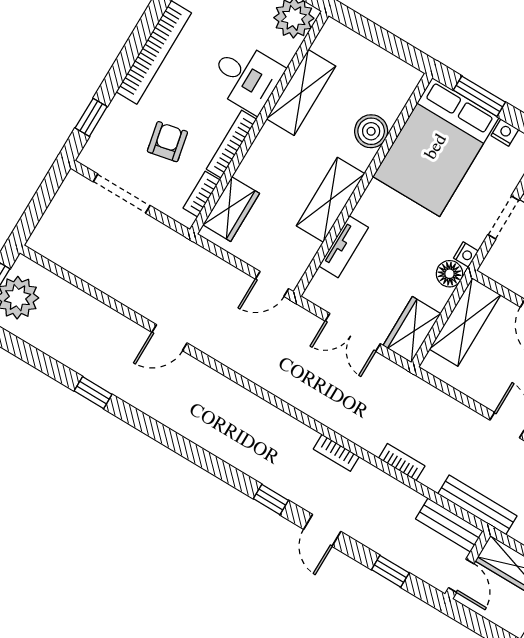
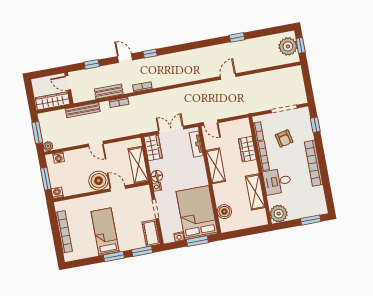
boiler: (371, 131) -> (224, 212), moved
wardrobe: (231, 209) -> (247, 149), moved
tv unit: (344, 247) -> (196, 144), moved
door: (272, 284) -> (211, 123), swing flipped
bench: (449, 525) -> (109, 92), moved

